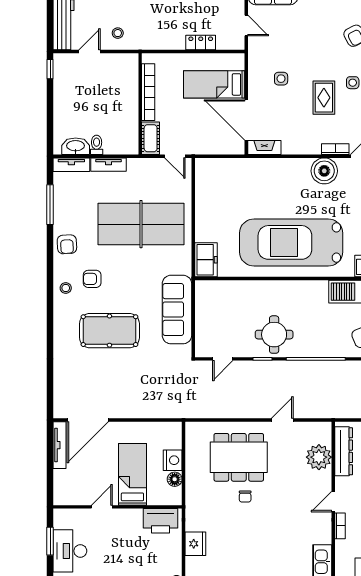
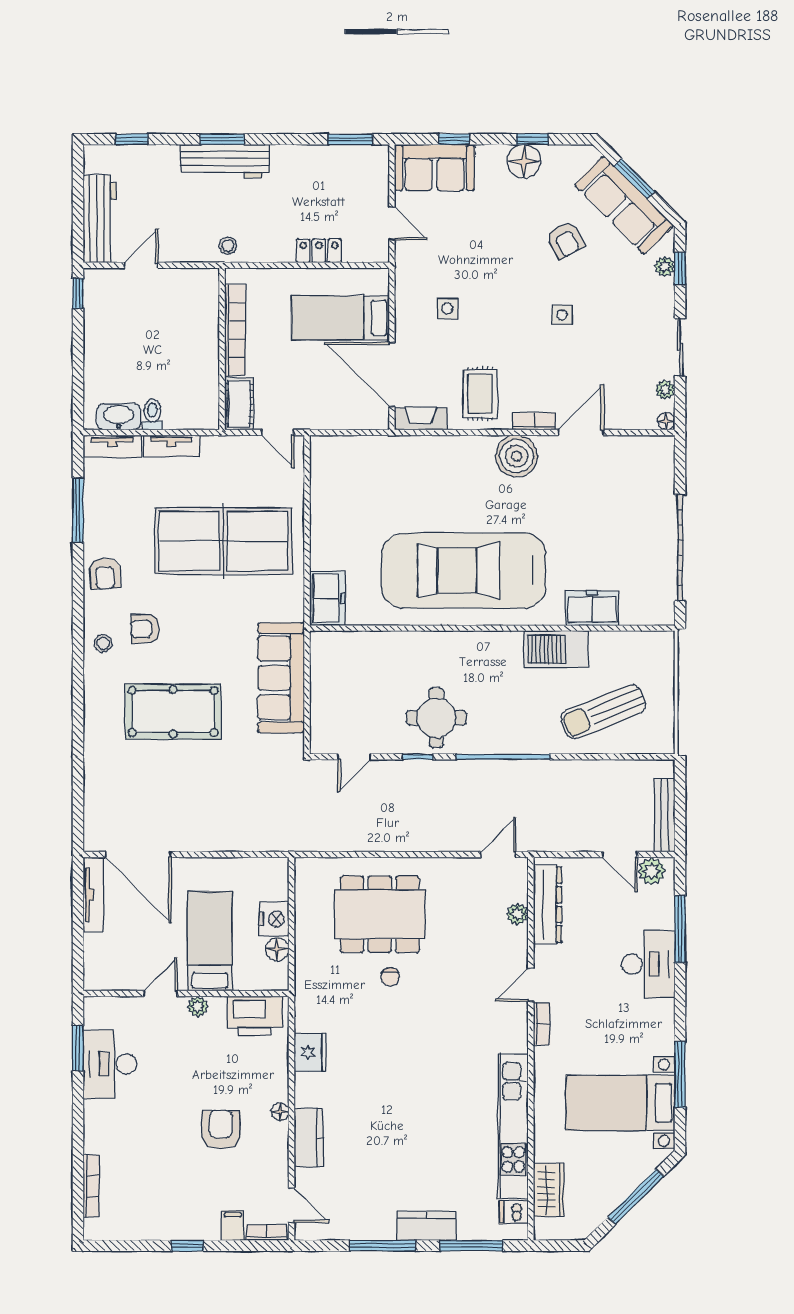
stool: (118, 33) -> (228, 246), moved
rug: (324, 98) -> (480, 394), moved
door: (88, 420) -> (138, 855), hinge flipped
door: (282, 420) -> (498, 855), moved
plant: (319, 457) -> (517, 914), width x0.53, depth x0.53
plant: (125, 515) -> (198, 1006), added

